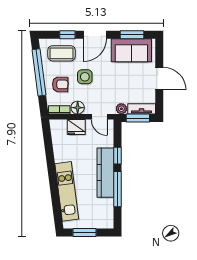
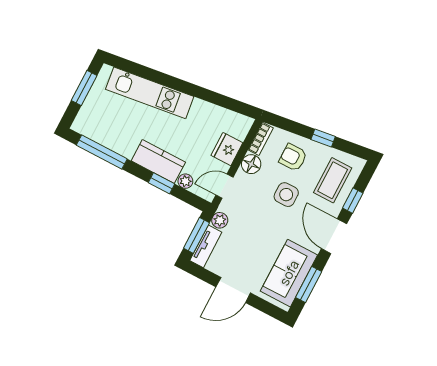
window: (39, 72) -> (323, 138), width x0.32
armchair: (60, 84) -> (293, 157), turned 89
plant: (109, 142) -> (185, 181), added
kitchen counter: (105, 173) -> (158, 161), width x0.67
window: (118, 189) -> (102, 152), moved

